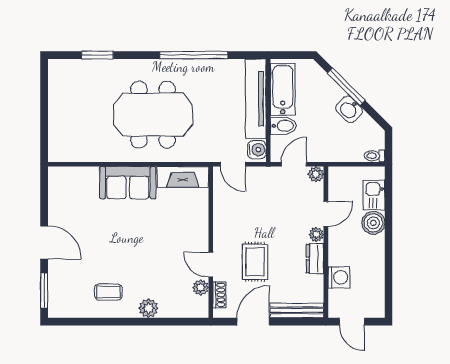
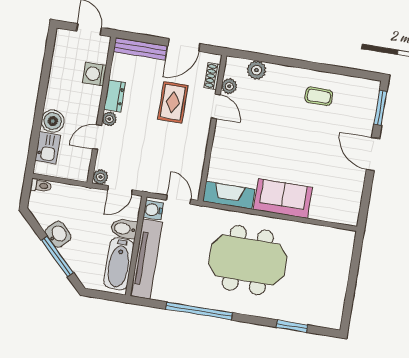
plant: (148, 308) -> (257, 70), moved

